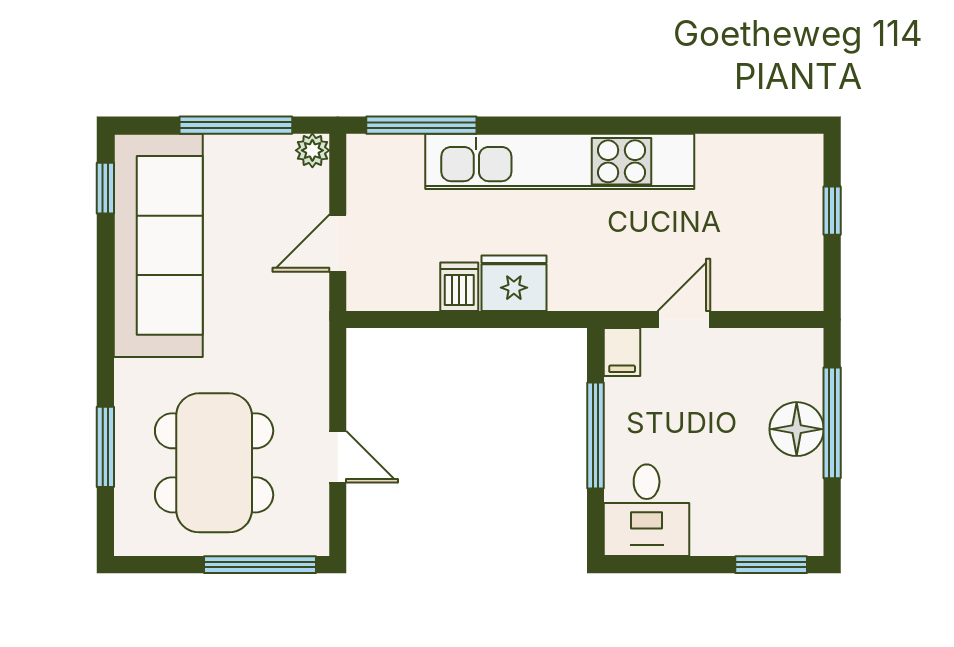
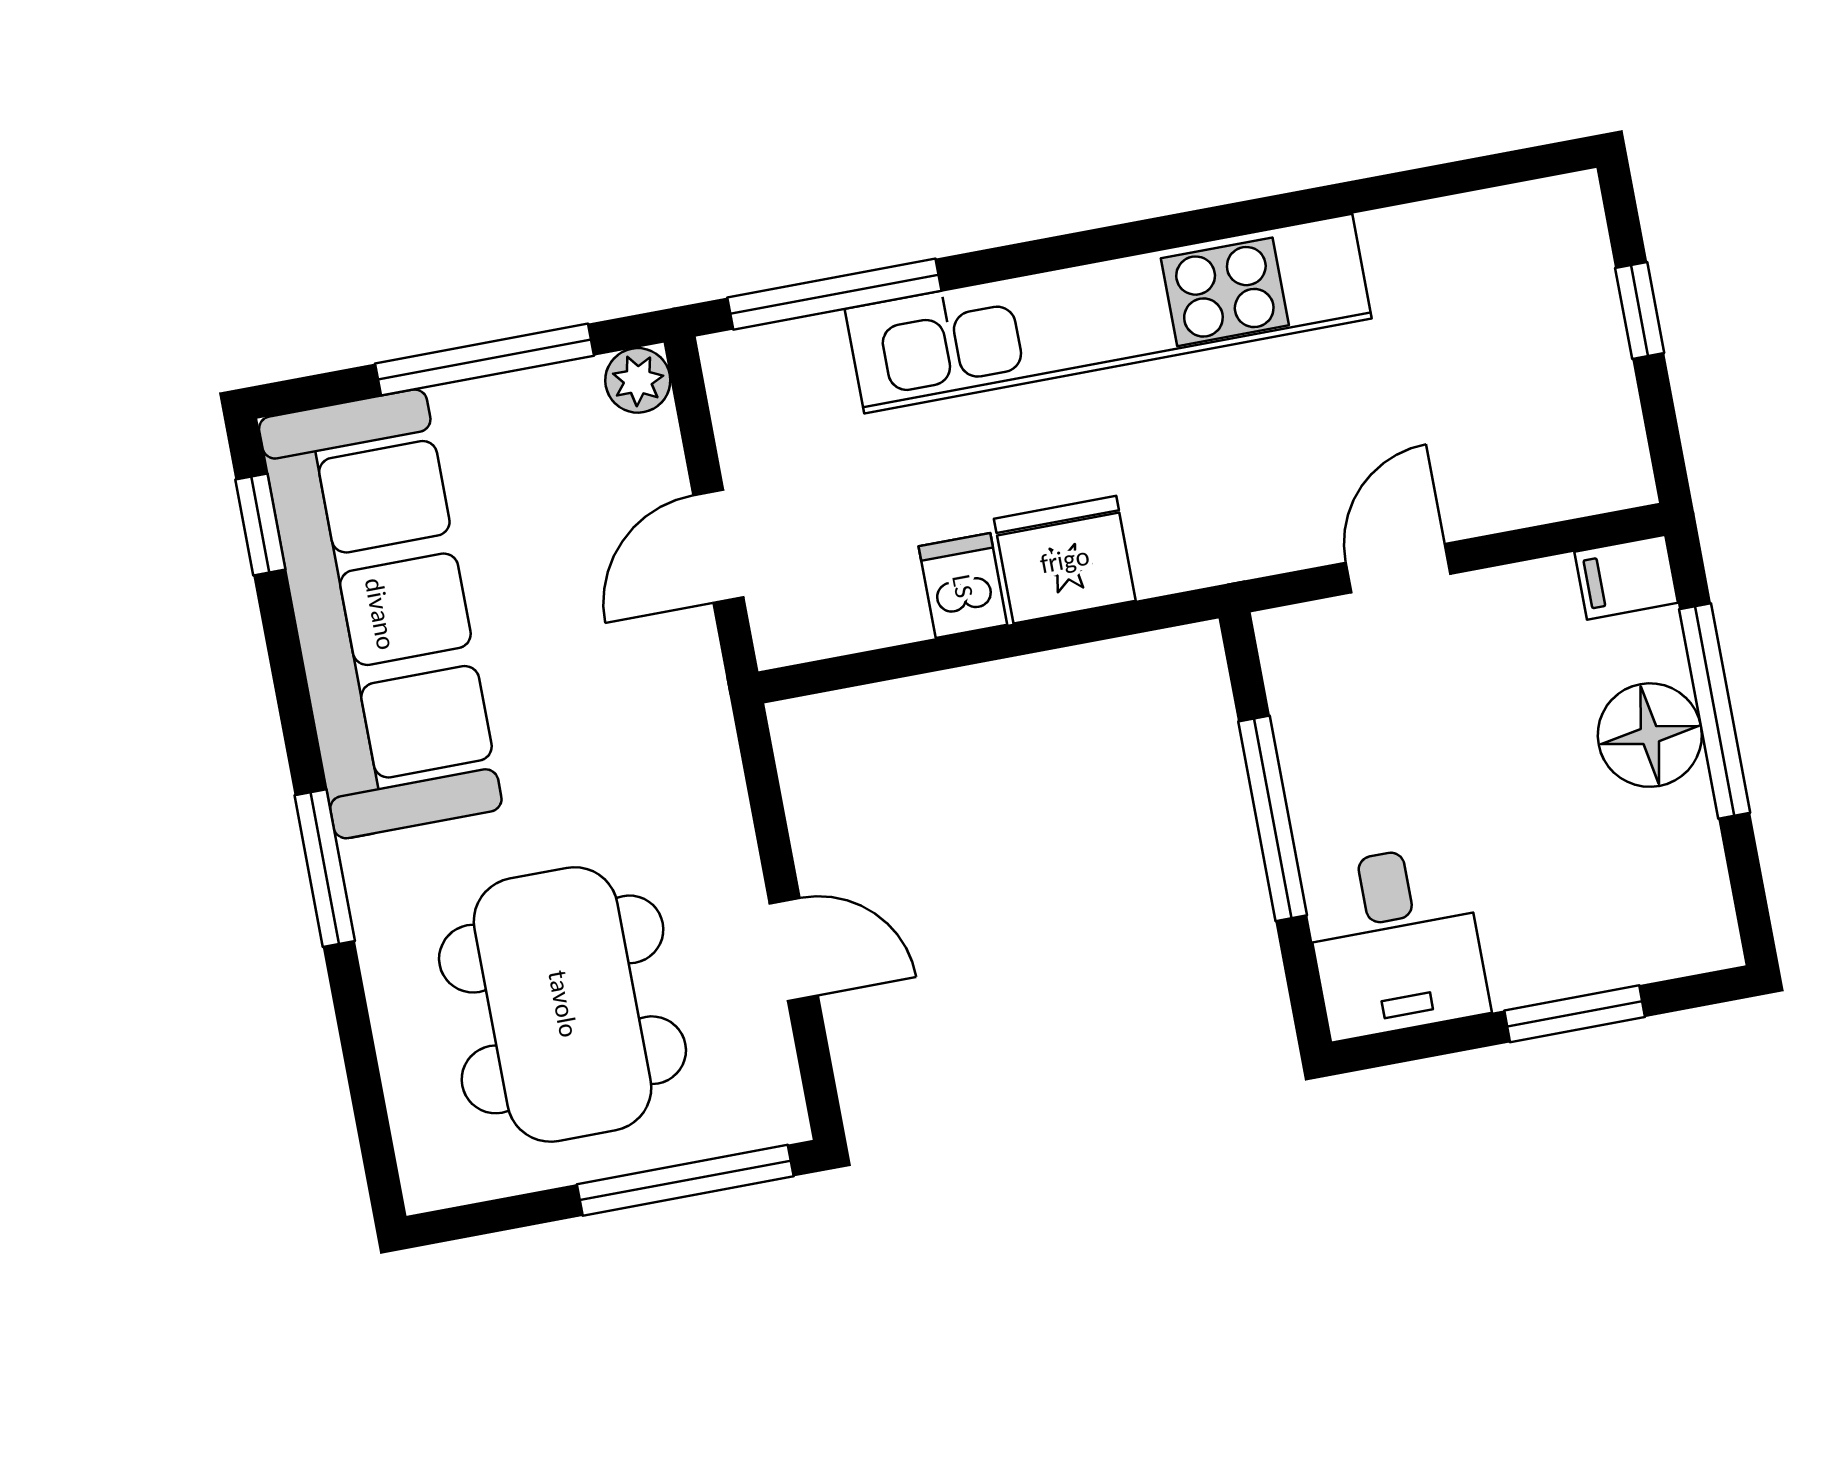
filing cabinet: (622, 352) -> (1626, 577), moved, turned 90
window: (105, 447) -> (325, 868), moved
window: (771, 565) -> (1575, 1014), moved

